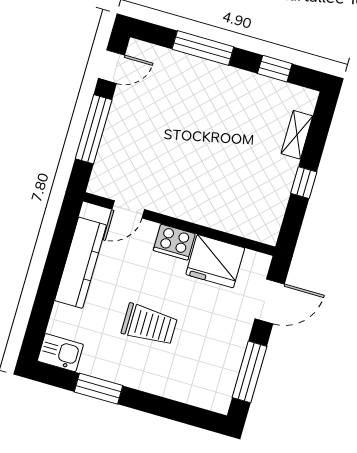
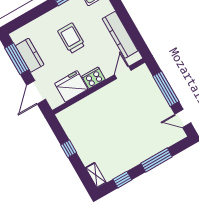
door: (112, 67) -> (183, 119), hinge flipped
shelving: (297, 135) -> (96, 175), moved
trolley: (149, 325) -> (71, 38), turned 90
kitchen counter: (228, 359) -> (30, 55), added

